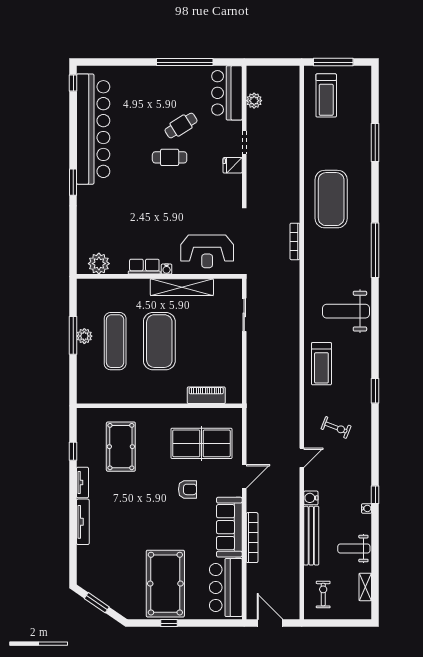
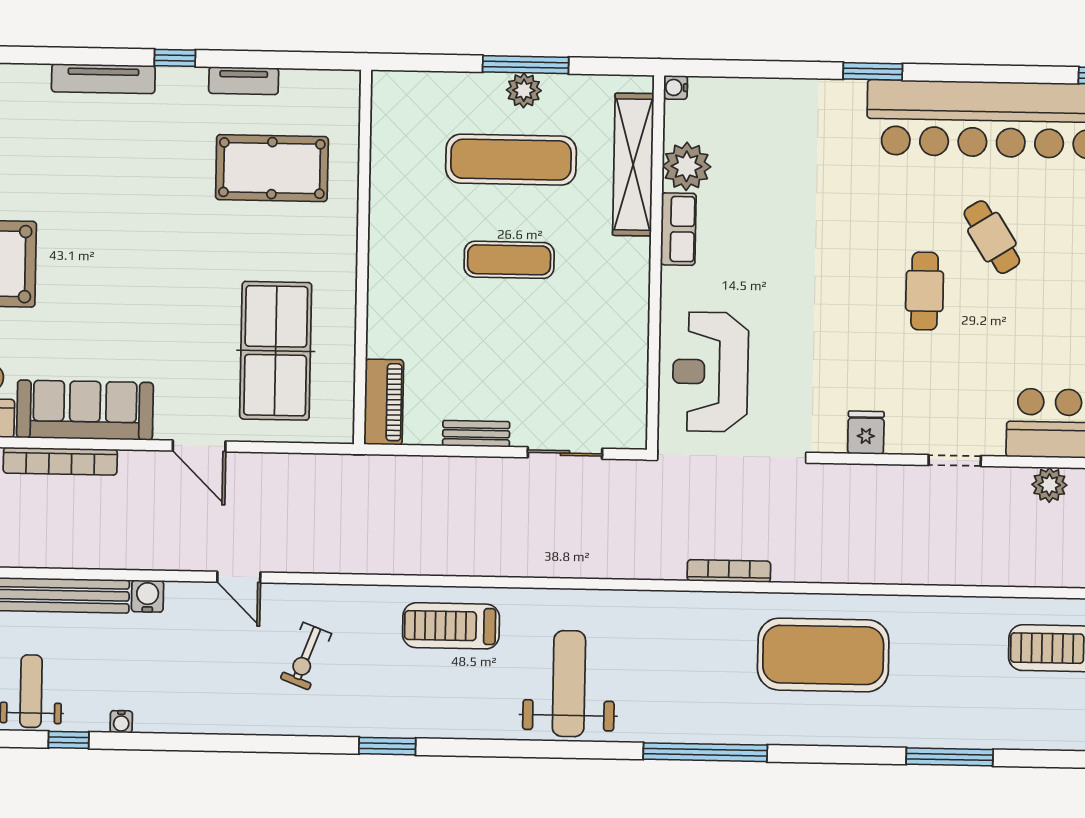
cafe table: (181, 126) -> (992, 237), moved
fridge: (233, 165) -> (866, 433), moved
plant: (99, 264) -> (687, 166), moved
water cooler: (167, 269) -> (676, 87), moved
shelving: (182, 287) -> (633, 165), moved
exercise mat: (159, 341) -> (509, 260), width x0.50, depth x0.69
bench: (236, 354) -> (476, 434), added
piano: (206, 395) -> (384, 402), moved
window: (73, 451) -> (175, 58), moved
tv unit: (82, 482) -> (244, 81), moved
armchair: (188, 489) -> (172, 317), removed
window: (375, 495) -> (69, 740), moved

